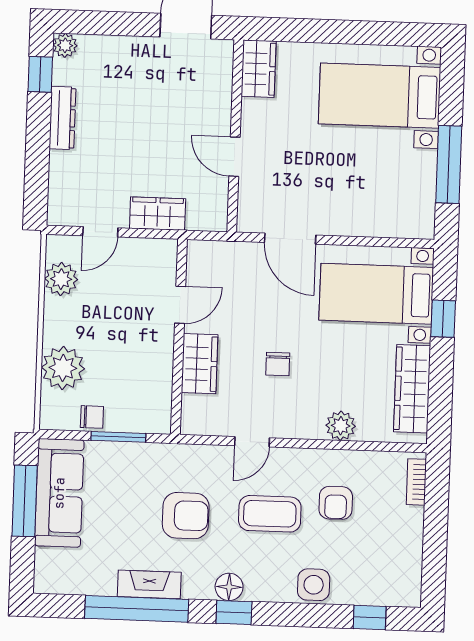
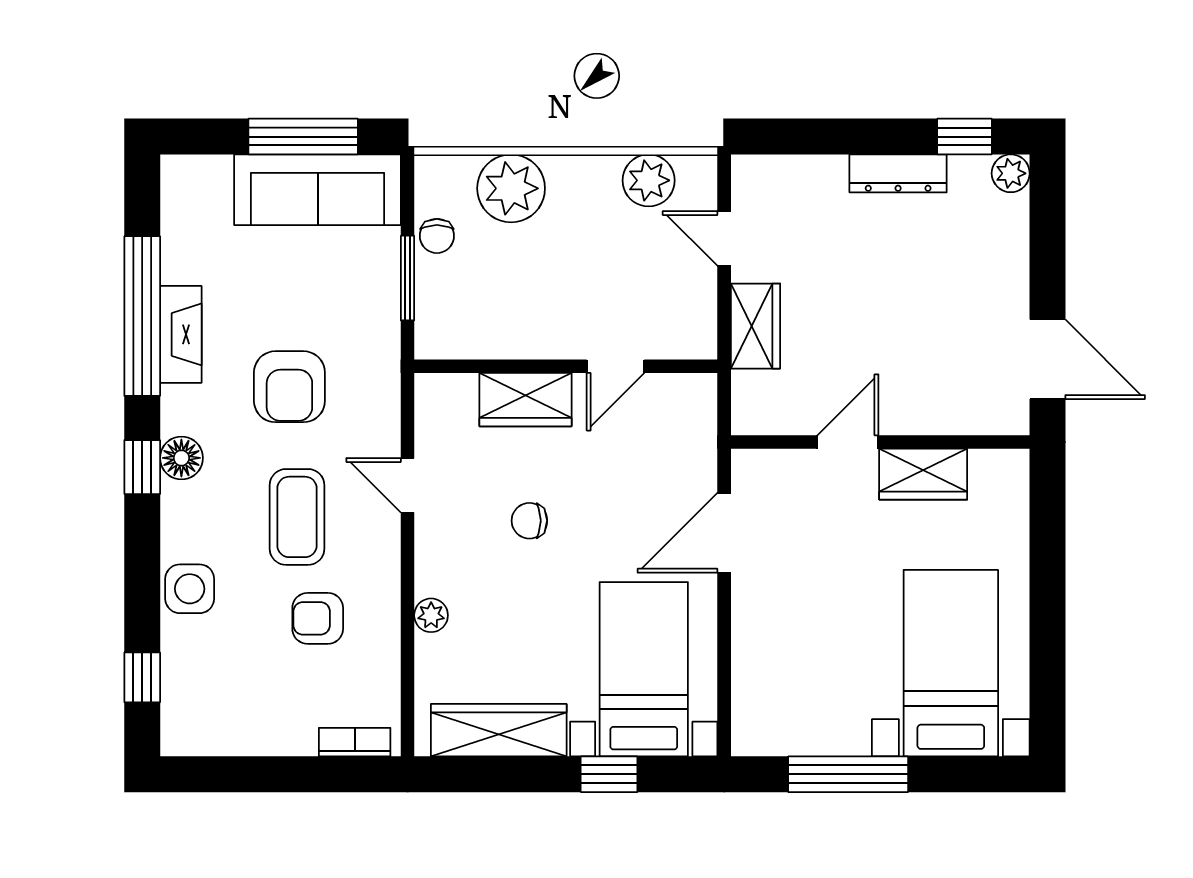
wardrobe: (259, 69) -> (923, 474), moved
door: (180, 305) -> (616, 366), hinge flipped
plant: (341, 426) -> (431, 615), width x0.73, depth x0.73

